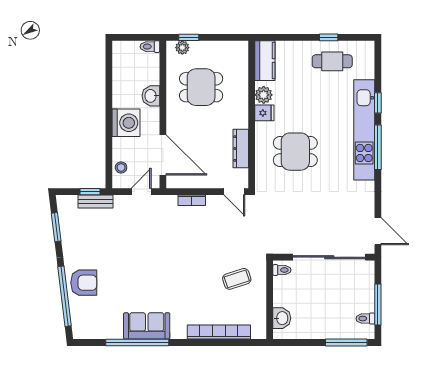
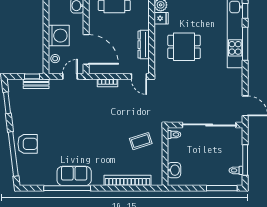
washing machine: (126, 123) -> (59, 36), moved

